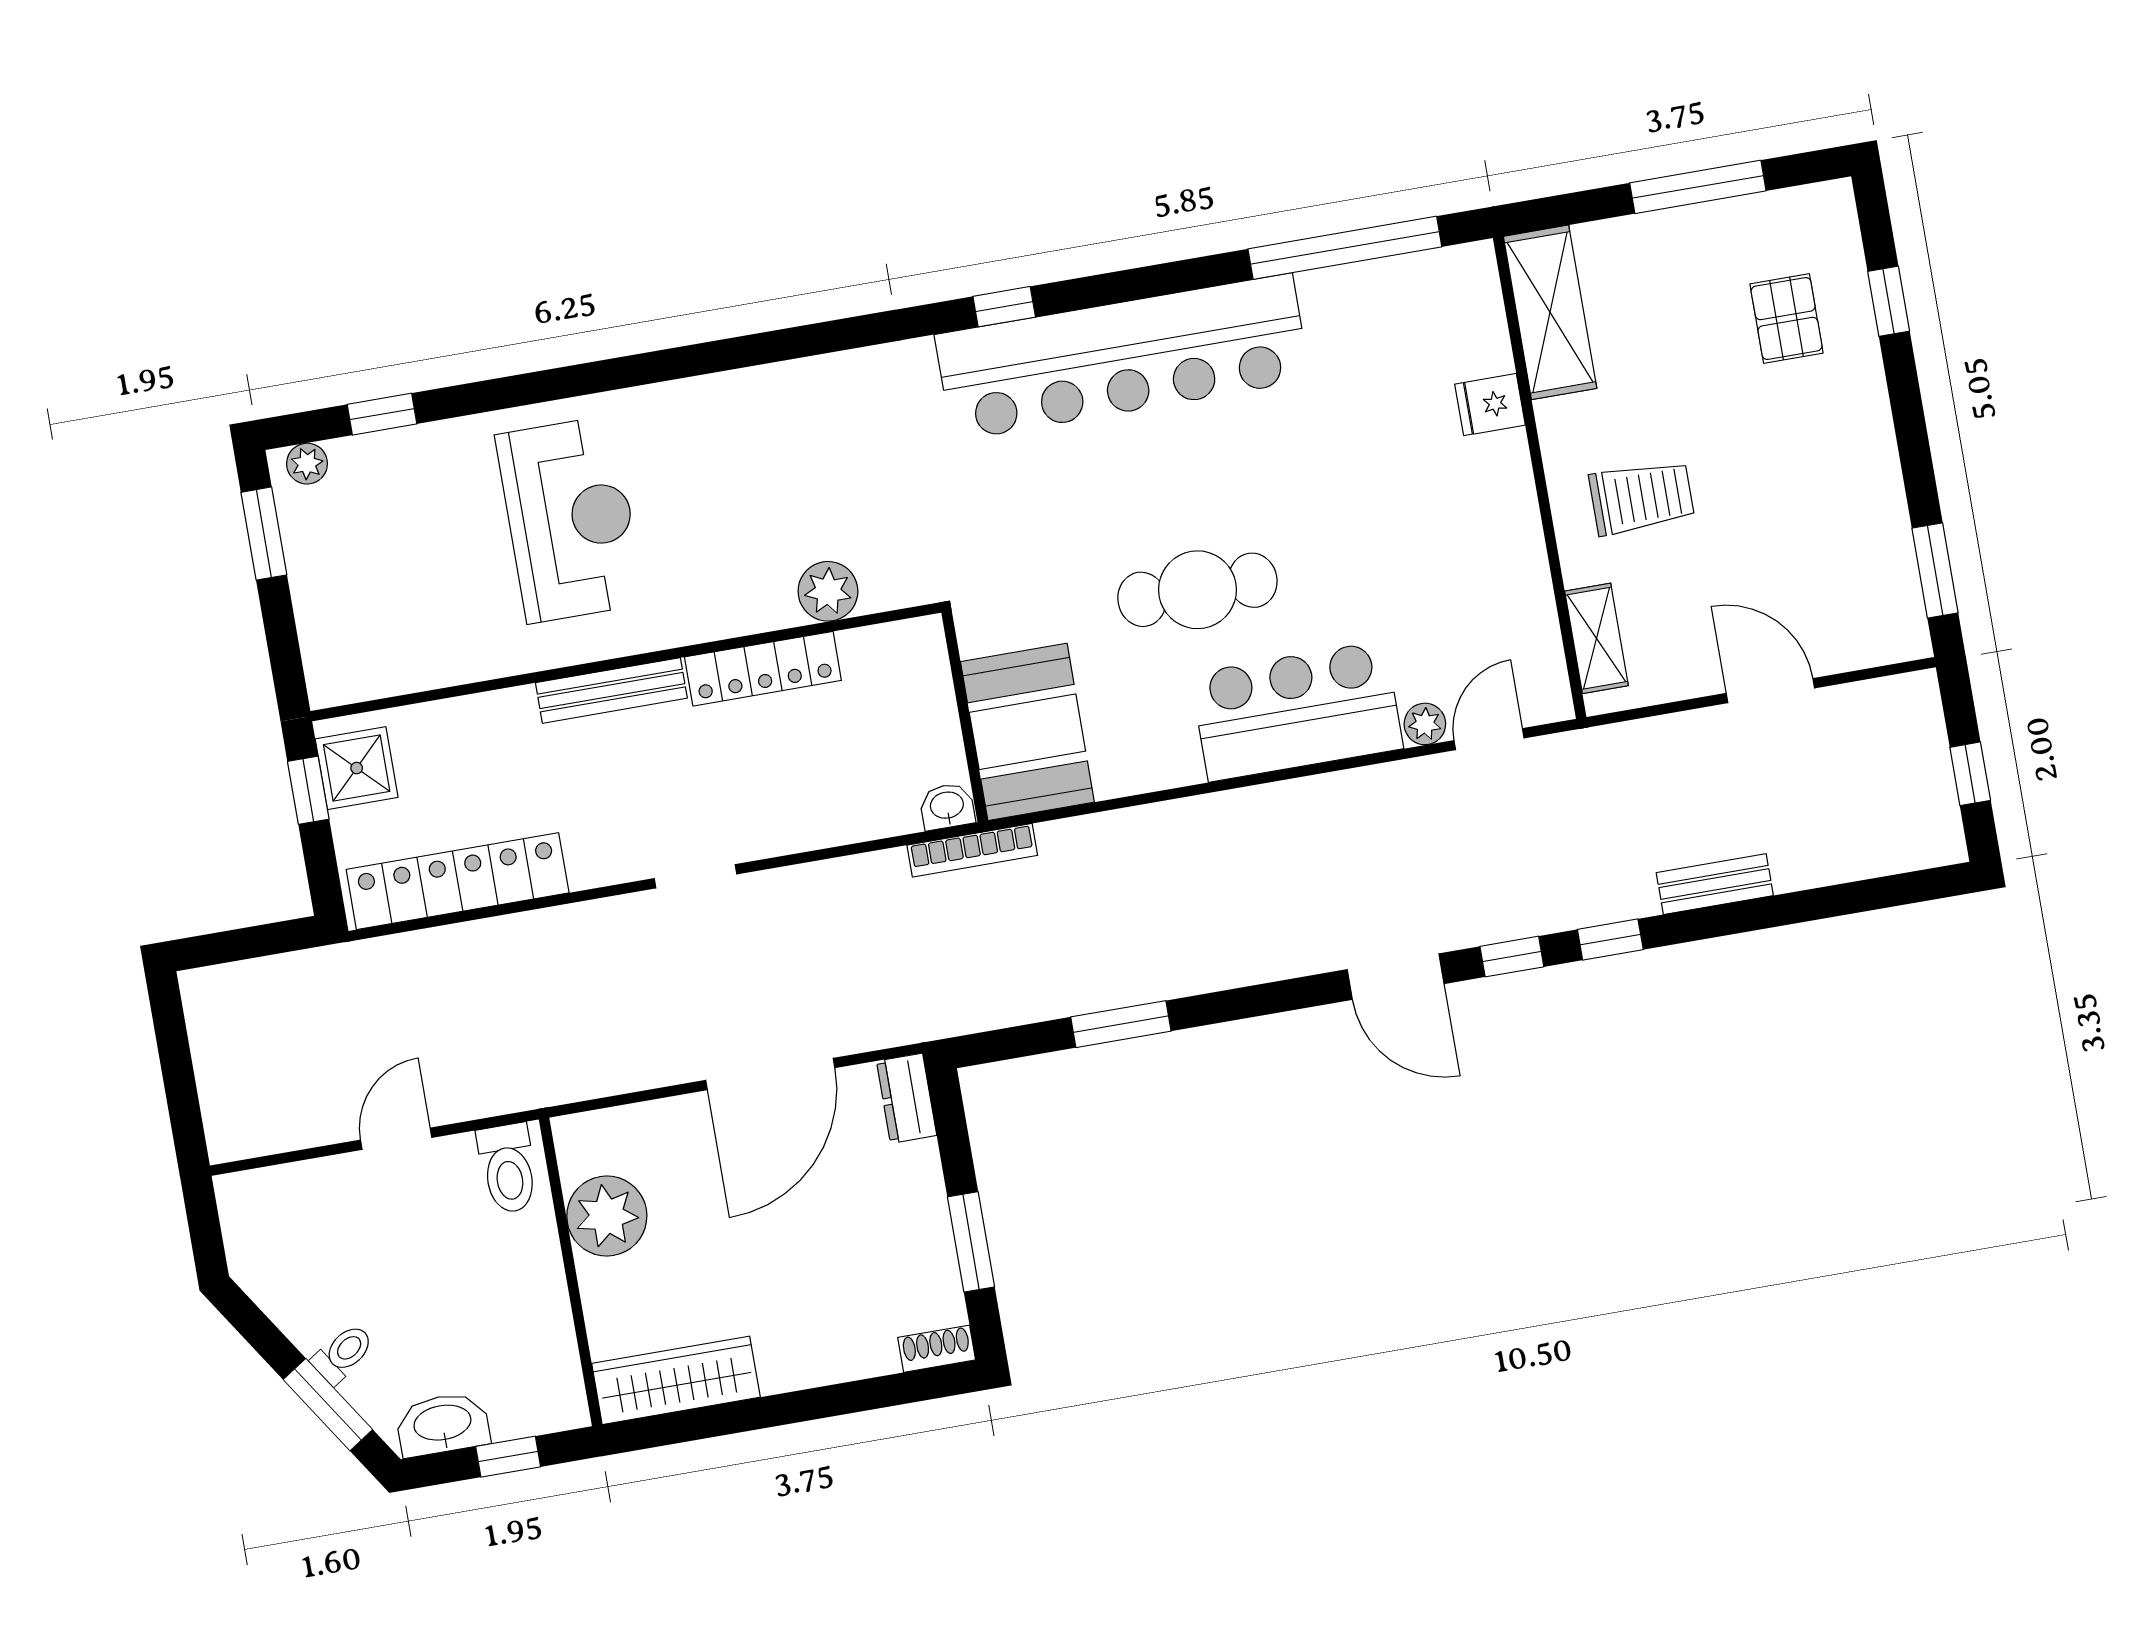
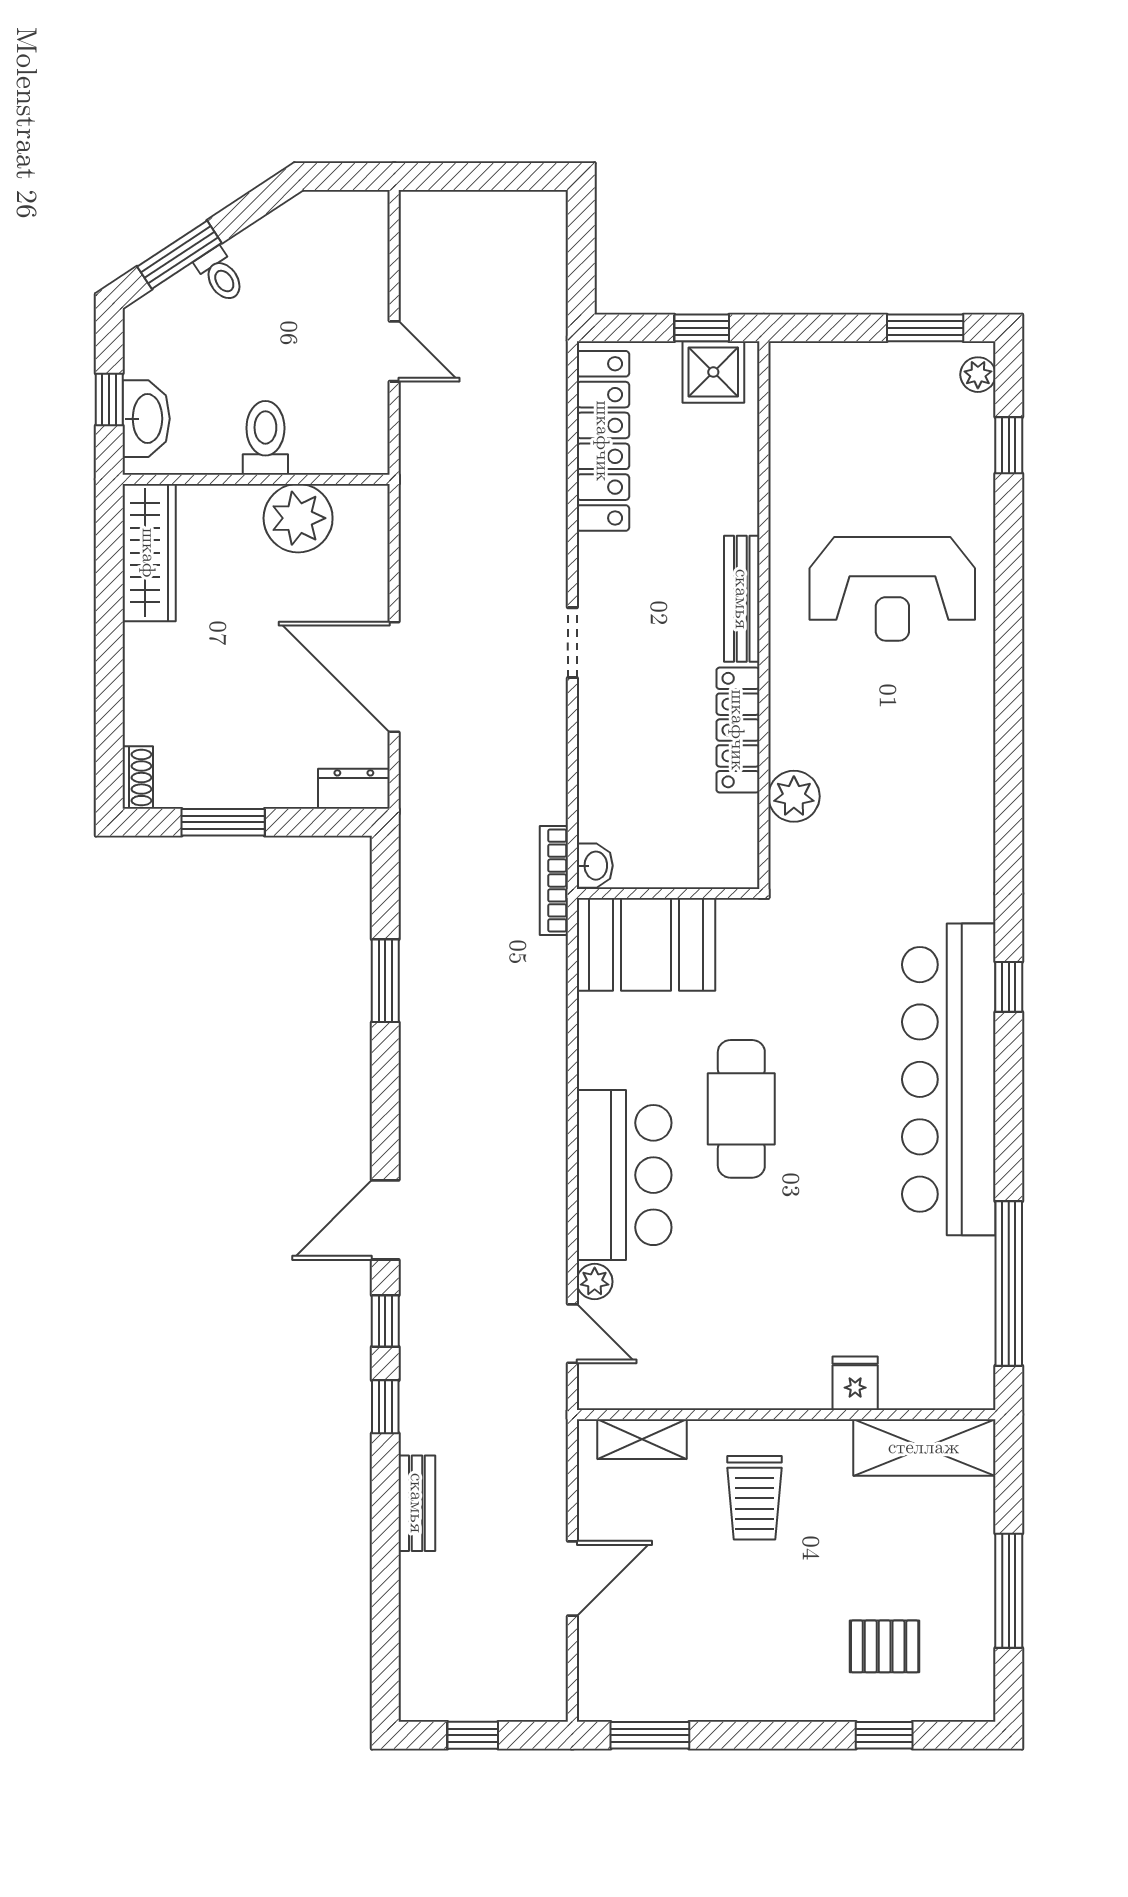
toilet: (508, 1168) -> (265, 438), moved, turned 90
washbasin: (443, 1424) -> (146, 419), moved

